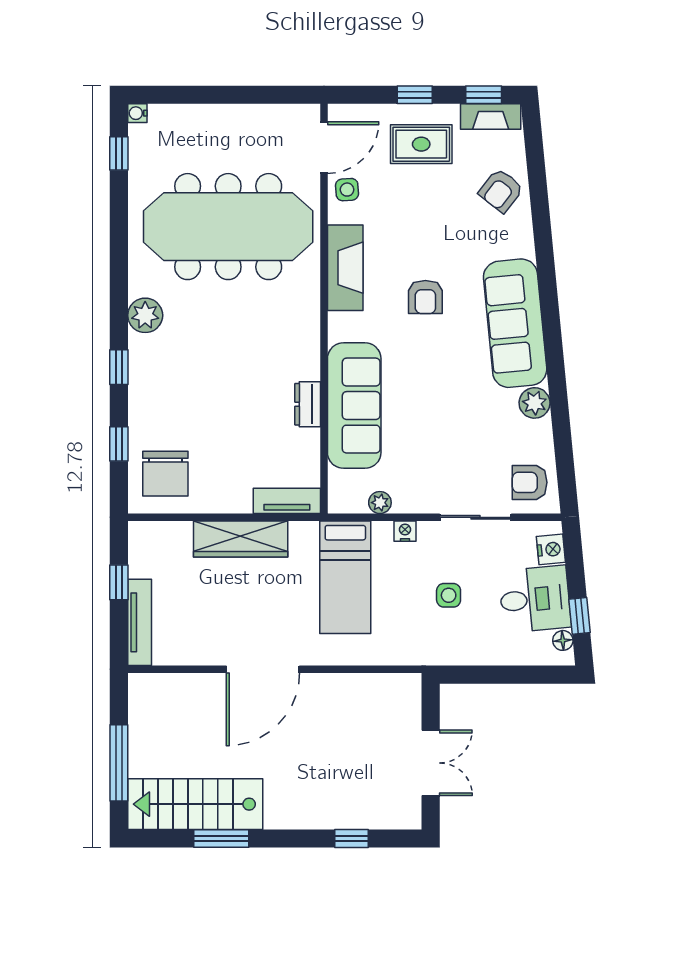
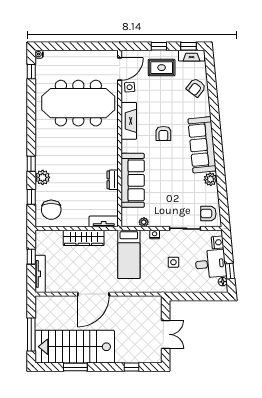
plant: (145, 315) -> (43, 177), moved
stairs: (195, 804) -> (75, 347), width x1.36, depth x1.51

